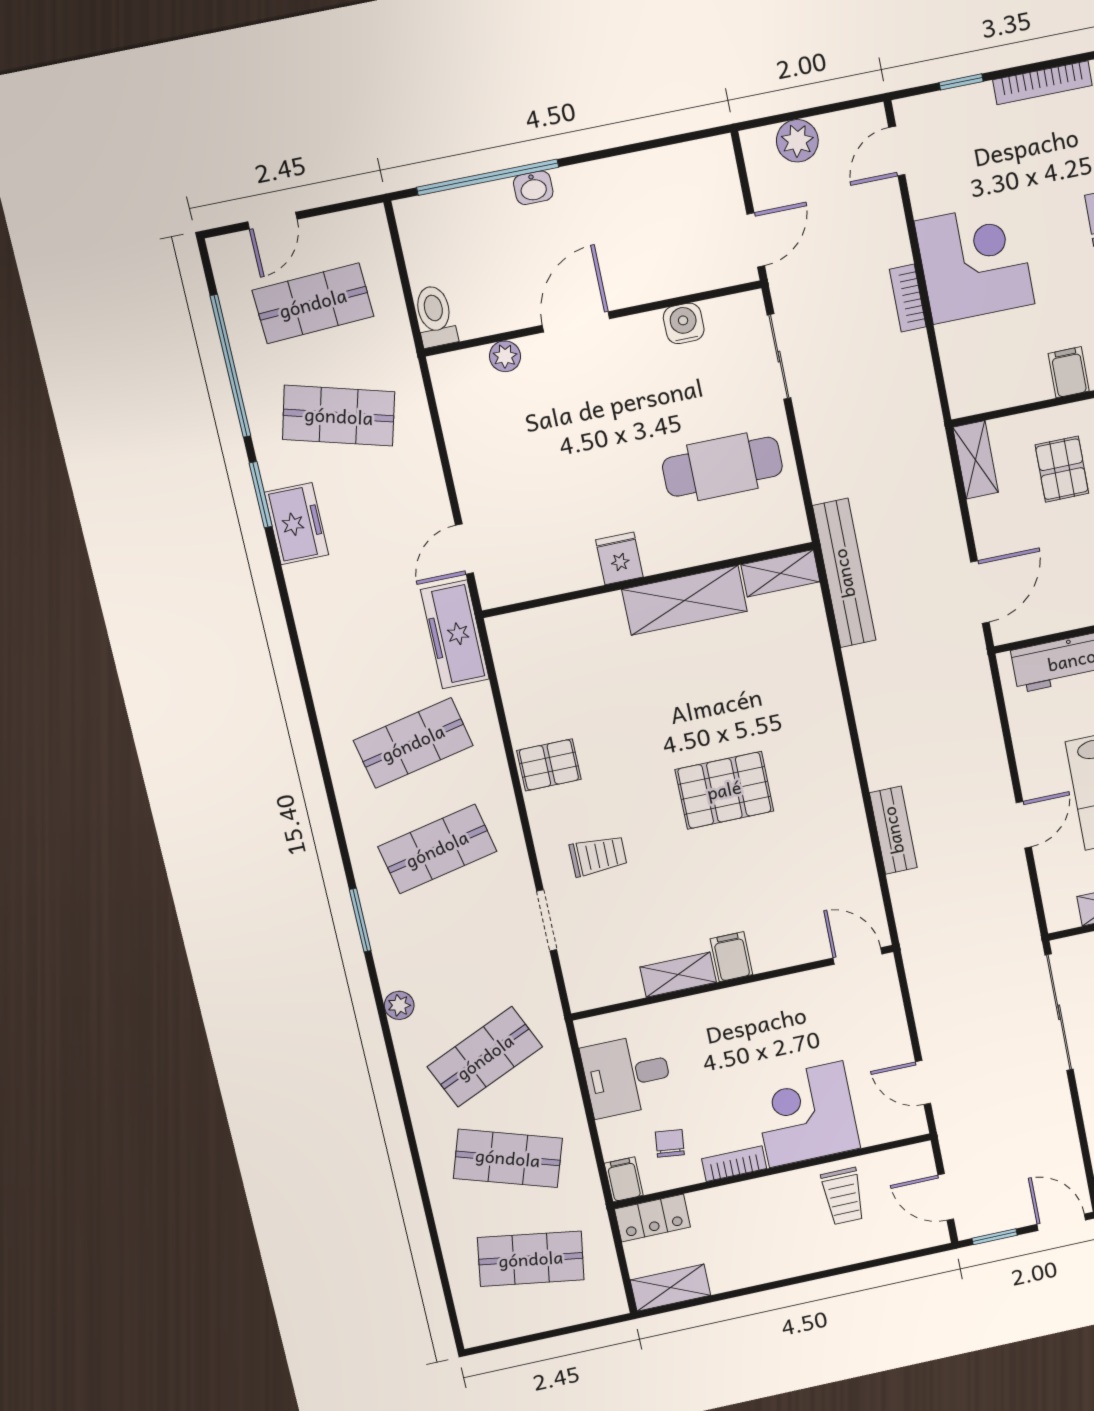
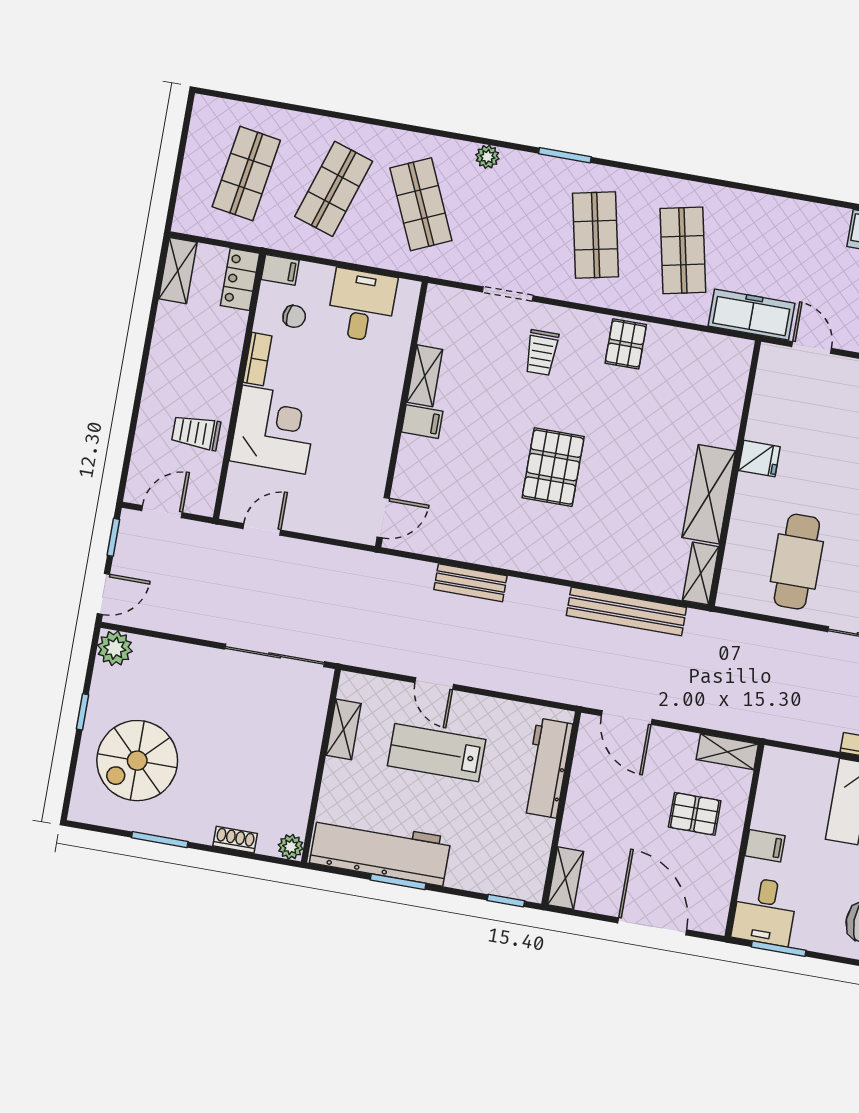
bench: (844, 573) -> (626, 611), moved

